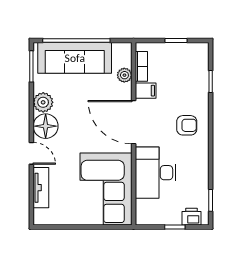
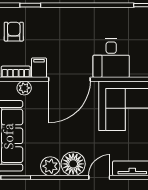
armchair: (187, 125) -> (14, 32), moved
desk: (156, 173) -> (111, 58), width x0.73

